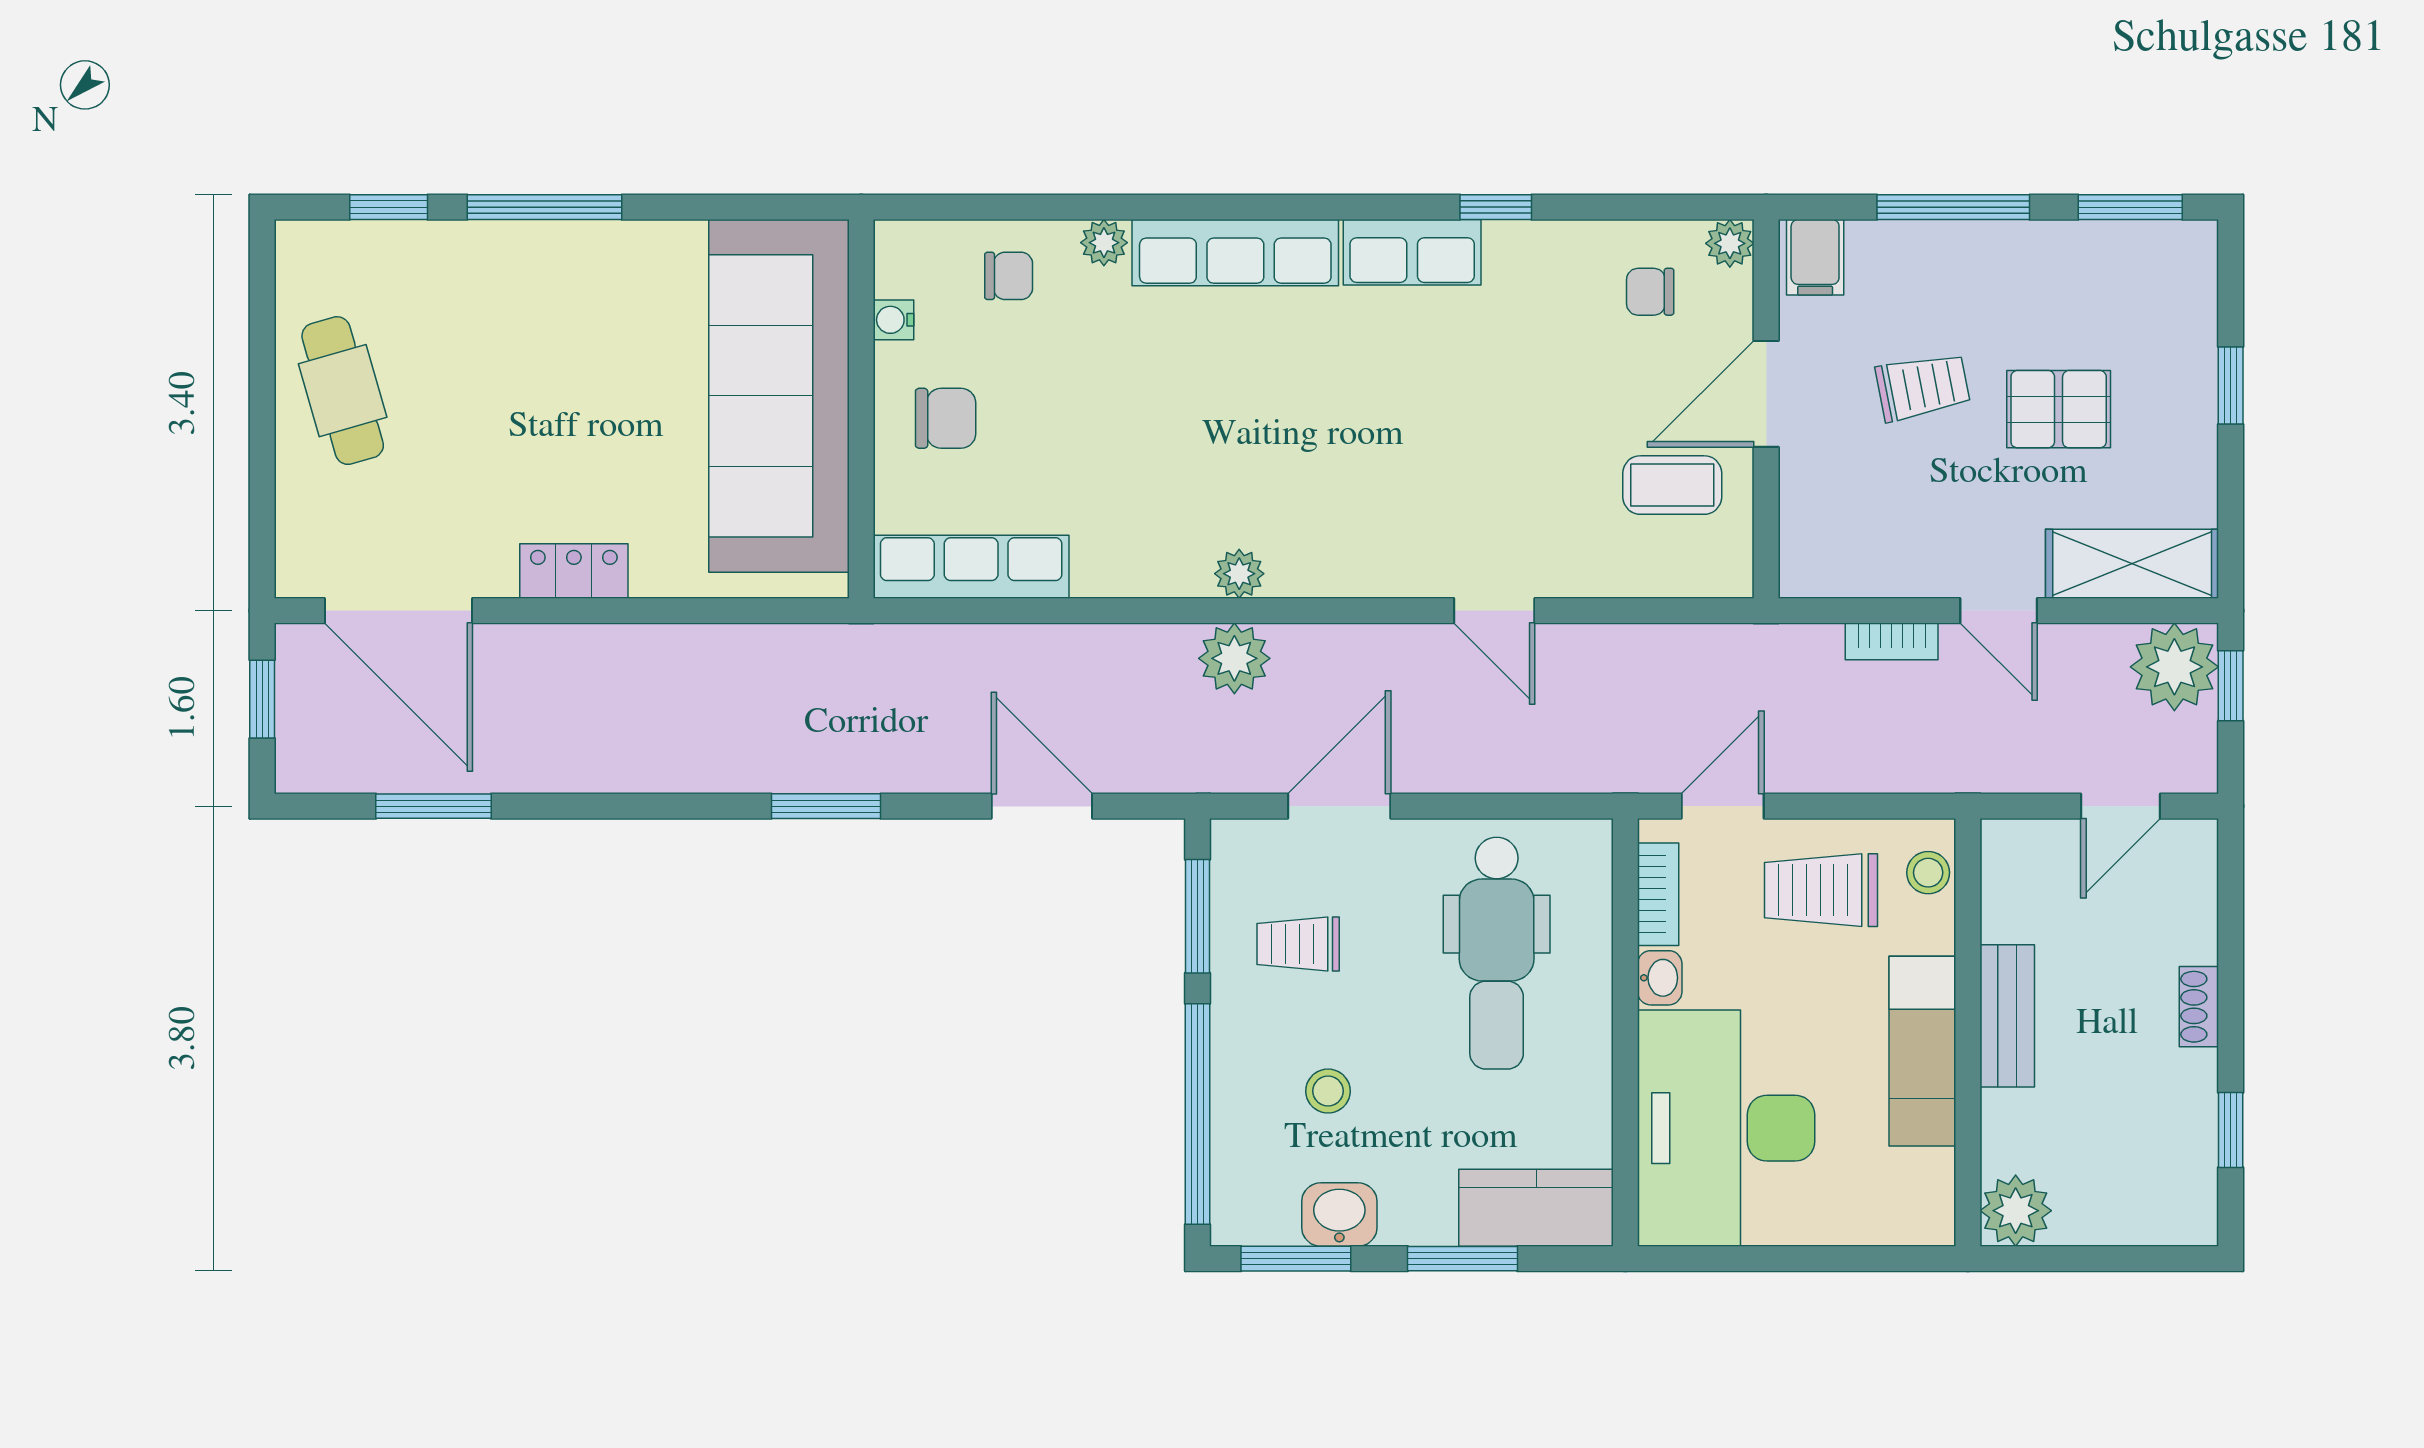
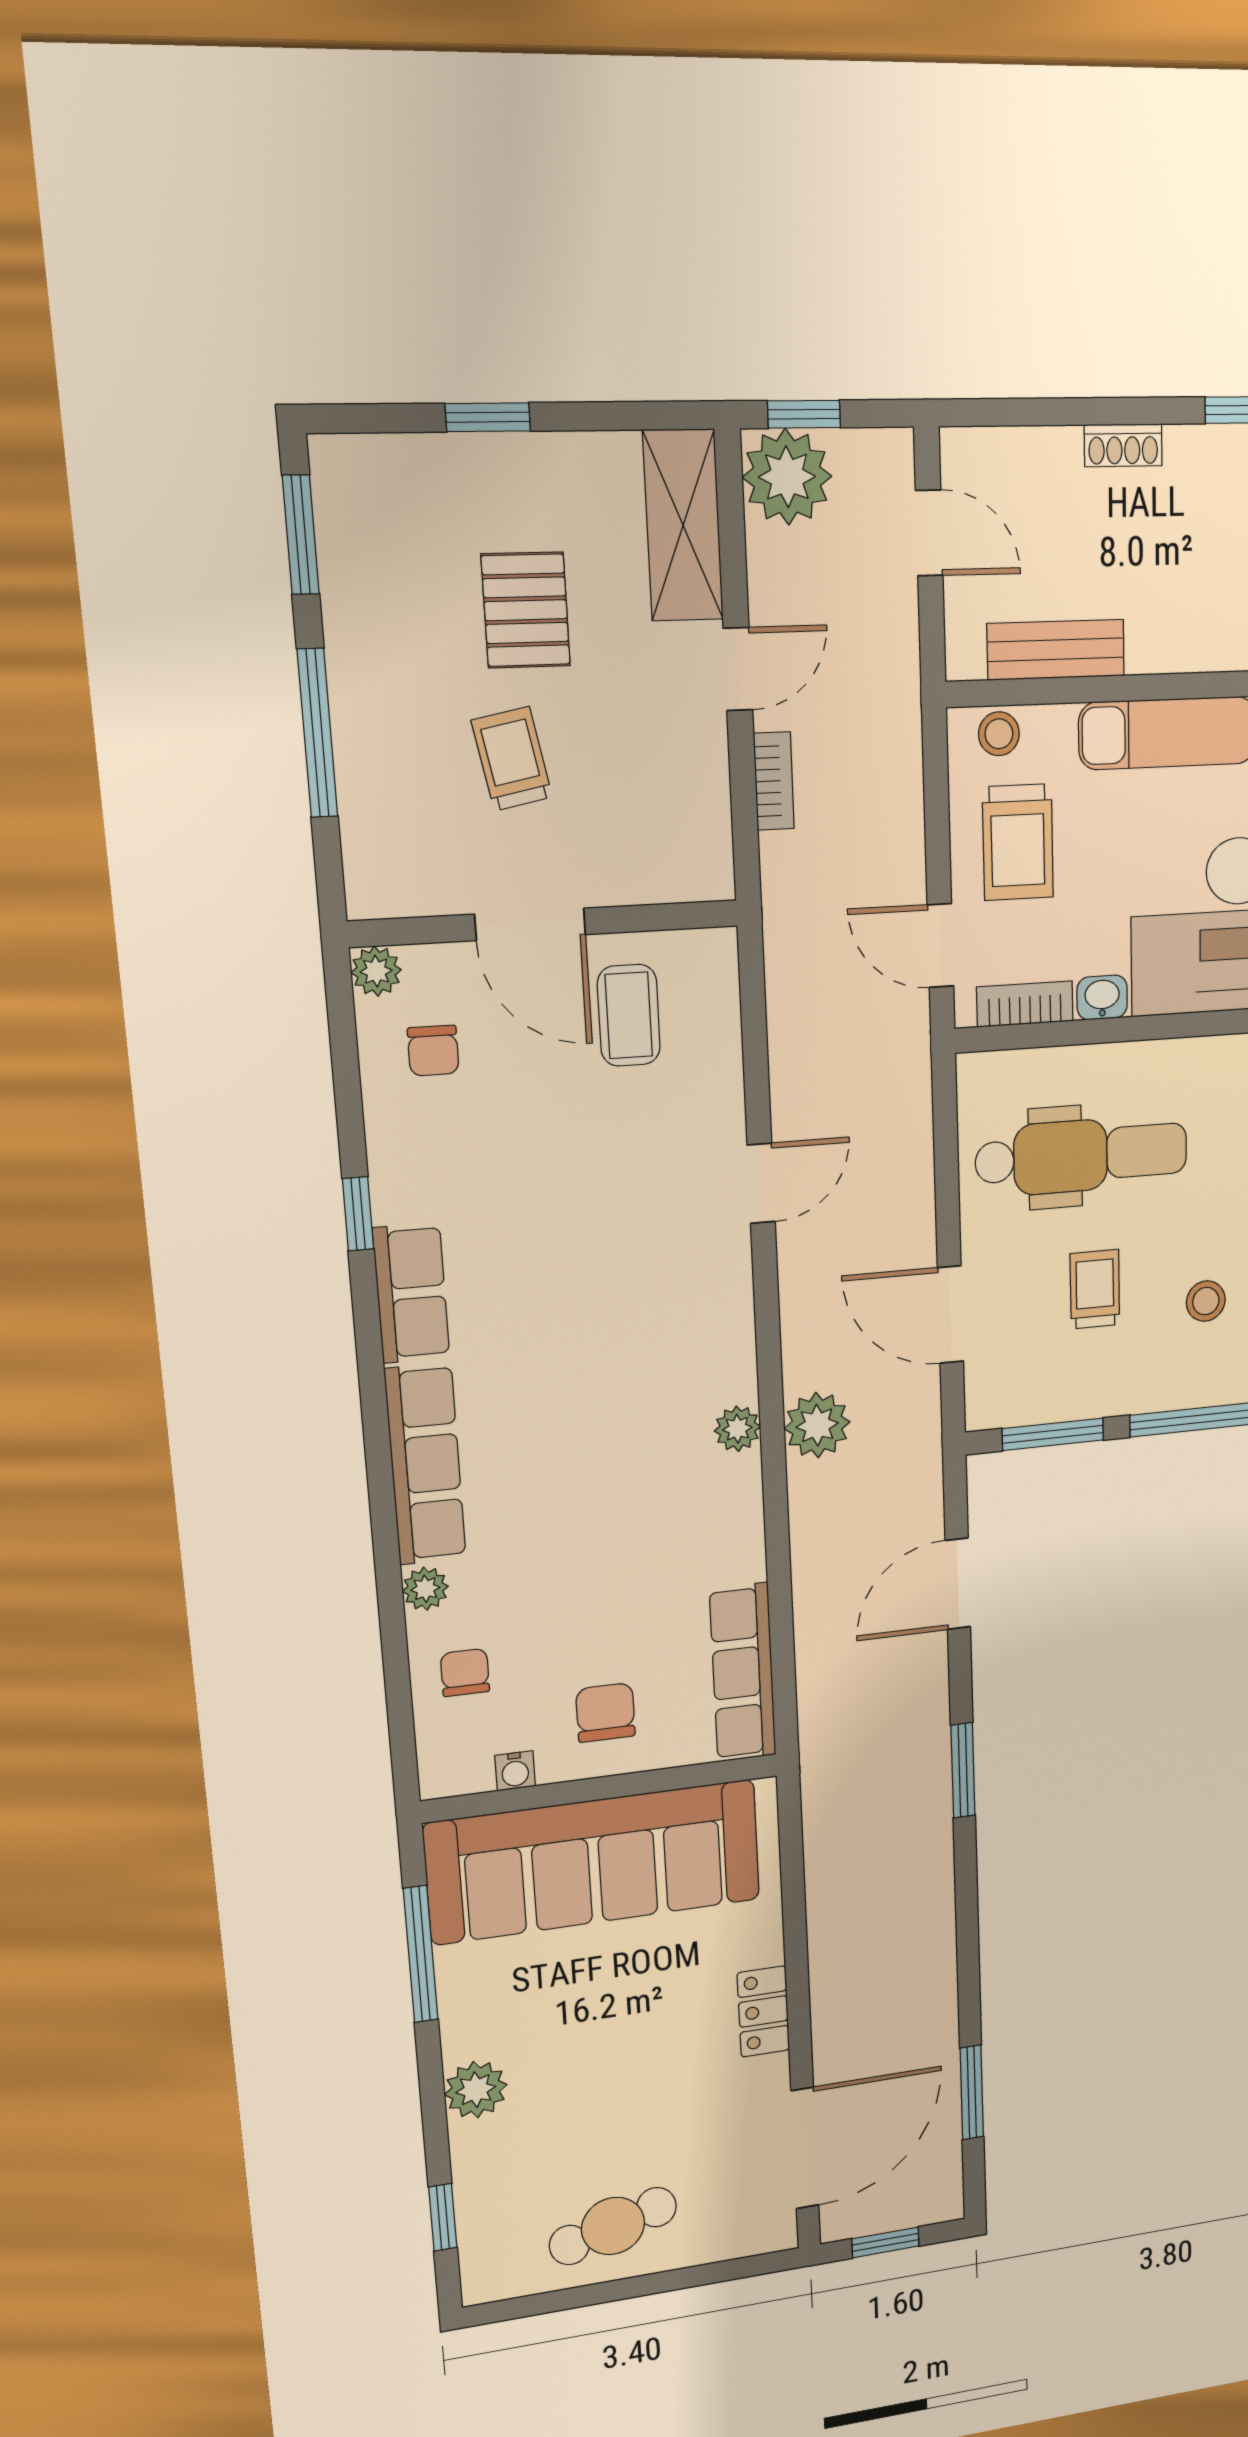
window: (545, 207) -> (421, 1954), moved
plant: (534, 253) -> (476, 2090), added
filing cabinet: (1815, 257) -> (384, 880), removed
trolley: (1298, 944) -> (1095, 1289), moved, turned 180
bench: (2007, 1016) -> (1056, 650), moved

